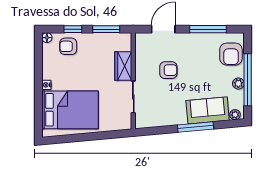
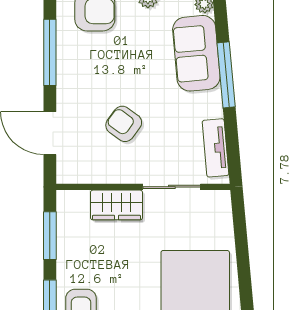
armchair: (168, 70) -> (124, 124), turned -54
tv unit: (155, 121) -> (215, 148), added

